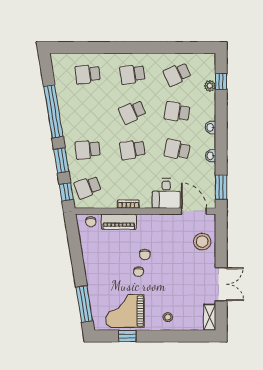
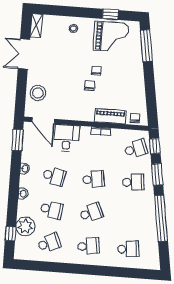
plant: (210, 86) -> (25, 226), width x1.88, depth x1.88

